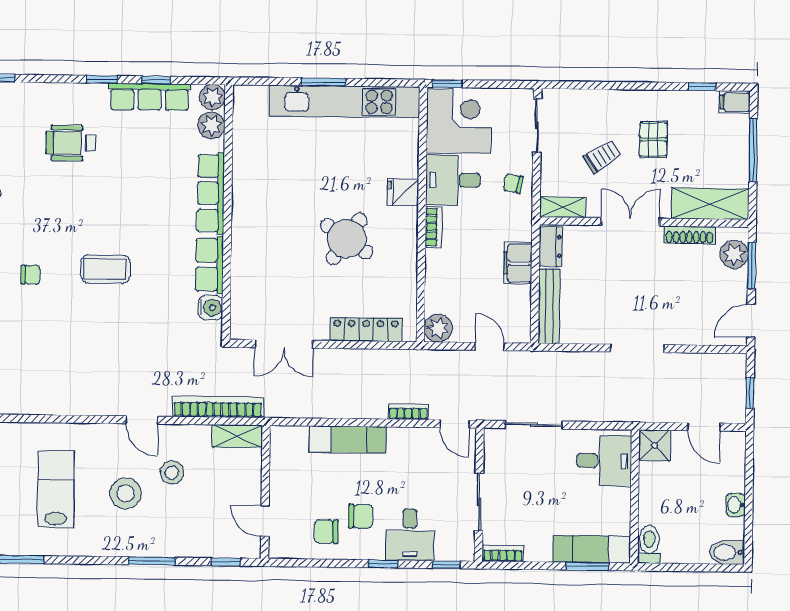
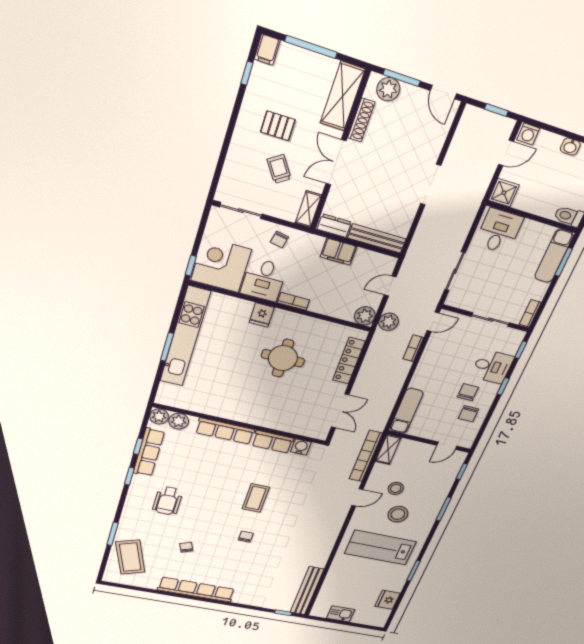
round table: (347, 239) -> (283, 358), turned -34
plant: (438, 363) -> (389, 322), added
exam couch: (348, 440) -> (406, 411), moved
washing machine: (734, 445) -> (528, 134), added
lab bench: (56, 489) -> (380, 548), width x1.36, depth x1.39

